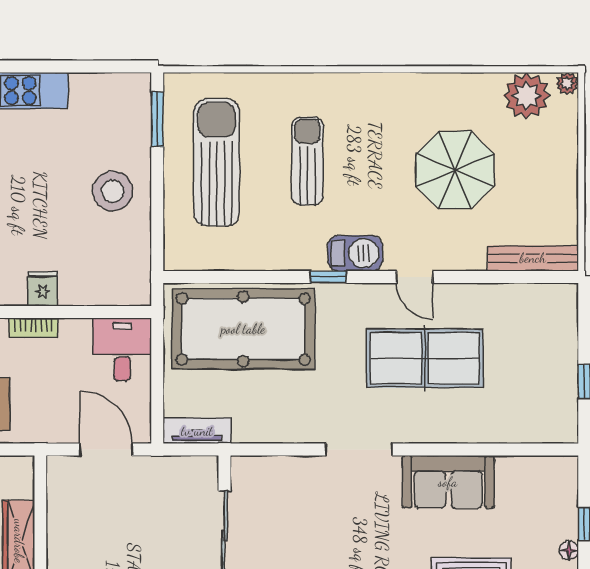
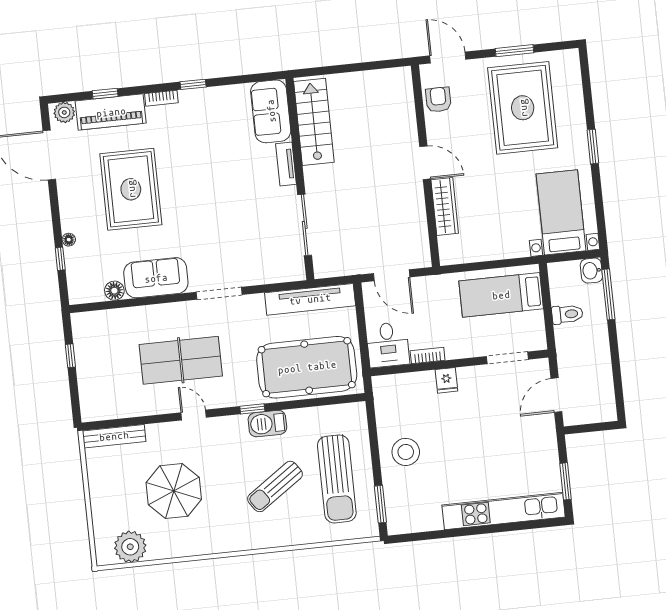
plant: (567, 83) -> (103, 558), removed
sun lounger: (307, 161) -> (275, 486), turned 55
barbecue: (355, 253) -> (267, 424), moved
bookcase: (33, 328) -> (428, 355), moved
tv unit: (197, 431) -> (310, 299), width x1.92, depth x1.29
floor lamp: (510, 469) -> (114, 291), added

